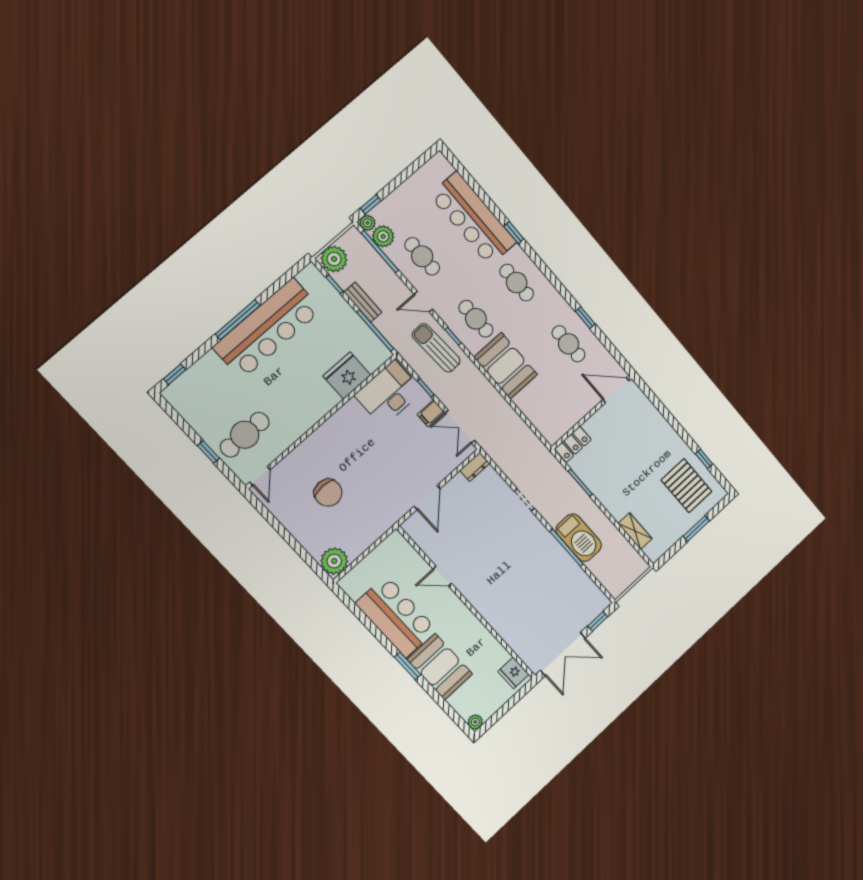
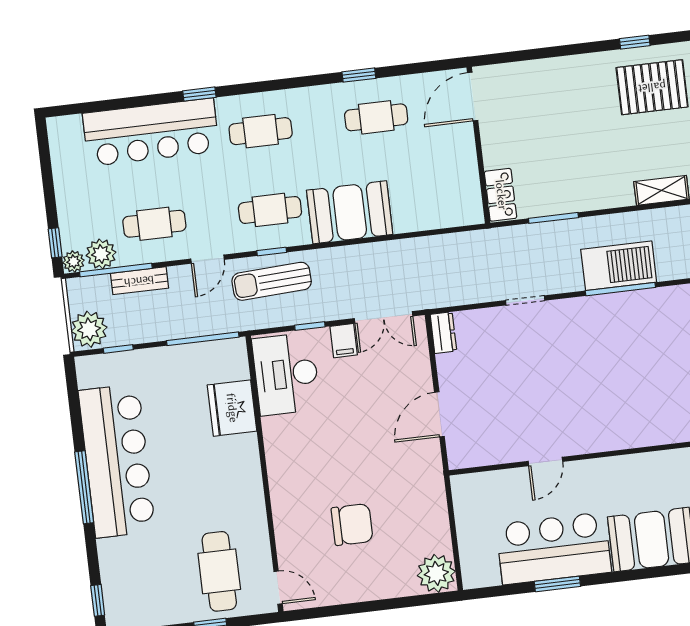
bench: (363, 302) -> (139, 281), moved
door: (427, 497) -> (439, 414), swing flipped
window: (408, 666) -> (557, 584), moved

